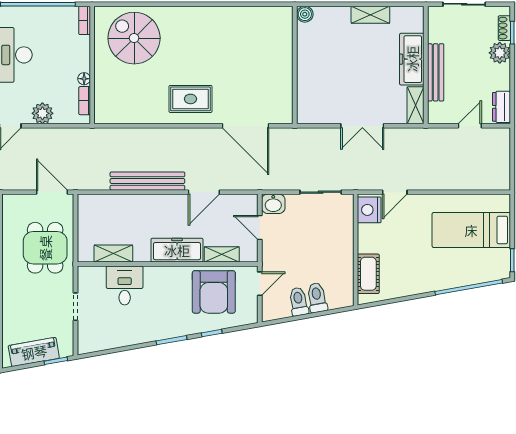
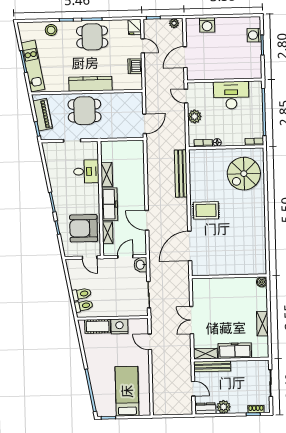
spiral stairs: (134, 38) -> (244, 174), turned 180
plant: (500, 53) -> (224, 407), moved
bench: (436, 72) -> (212, 366), moved
rug: (190, 99) -> (206, 210), turned 90
bench: (147, 181) -> (181, 174), moved
nightstand: (369, 210) -> (119, 326), moved
dining table: (45, 248) -> (84, 111), moved
shelving: (113, 254) -> (107, 175), moved
toilet: (299, 302) -> (84, 306), moved

